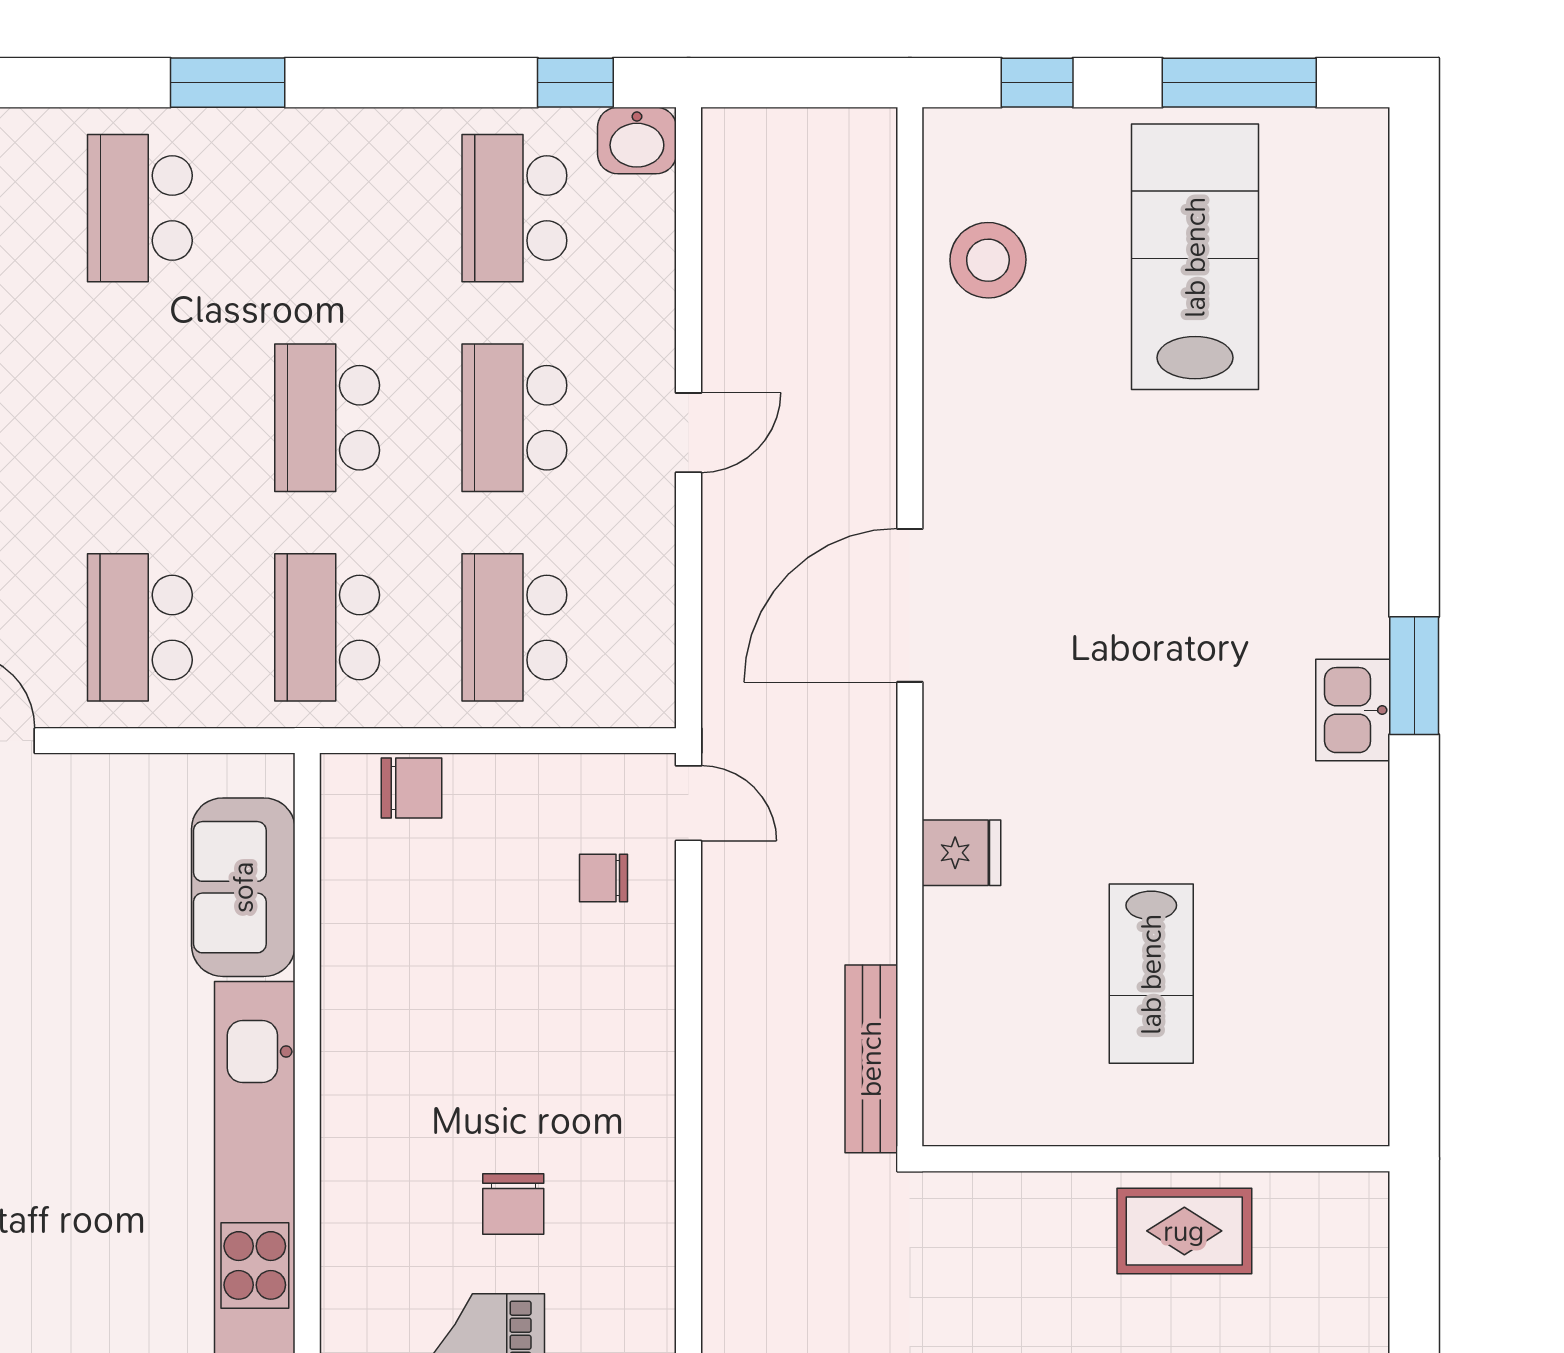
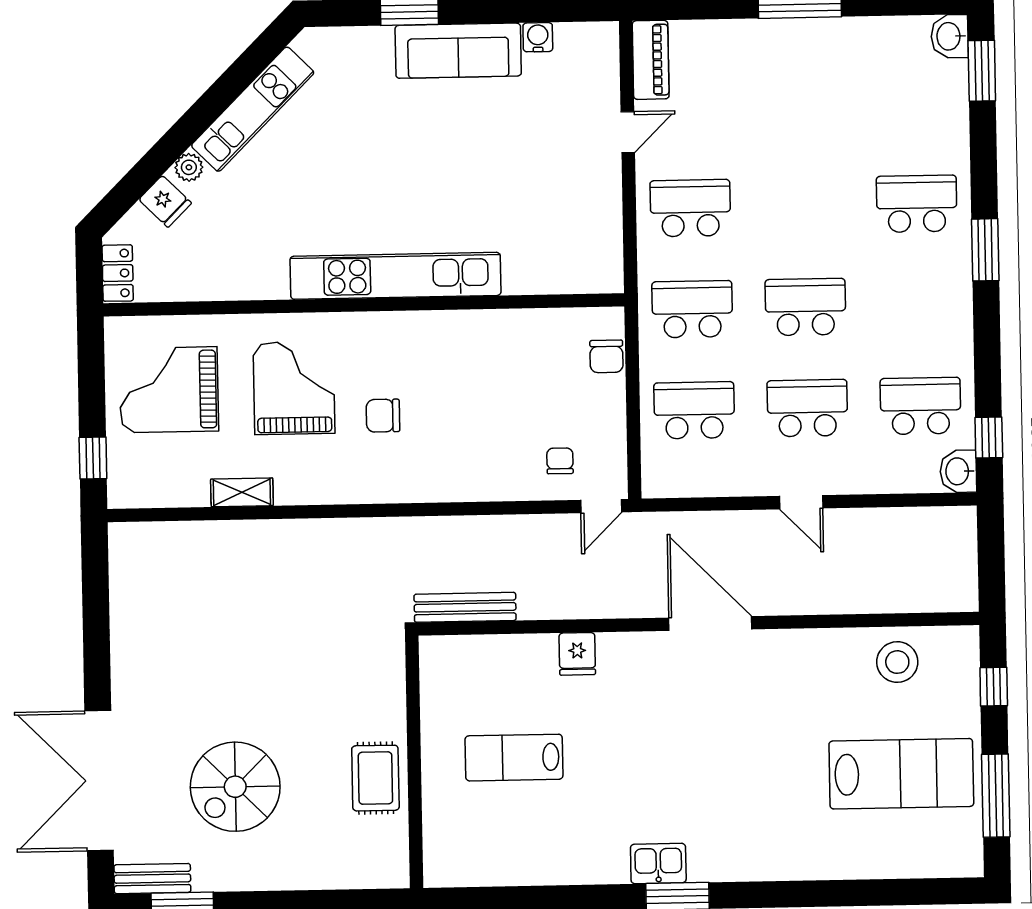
sofa: (243, 887) -> (551, 267), removed

